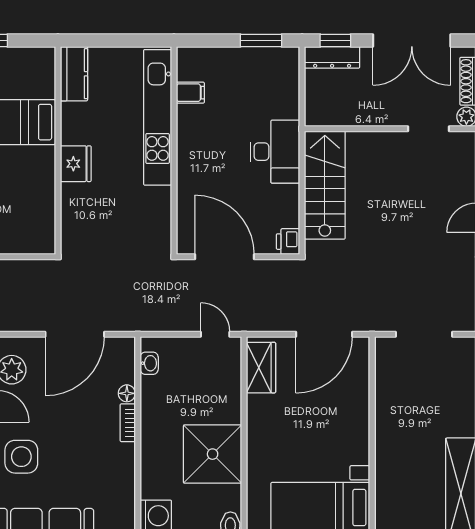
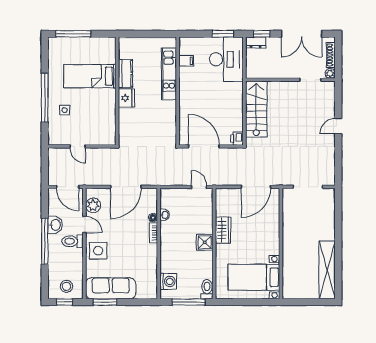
dresser: (332, 57) -> (256, 42), width x0.70
kitchen counter: (74, 74) -> (125, 73), moved
kitchen unit: (158, 117) -> (169, 74), width x0.73
desk: (275, 152) -> (226, 59), moved, width x1.36, depth x1.30
washbasin: (149, 363) -> (165, 215), moved
wardrobe: (261, 368) -> (223, 230), moved
shower: (213, 454) -> (205, 242), width x0.54, depth x0.54

